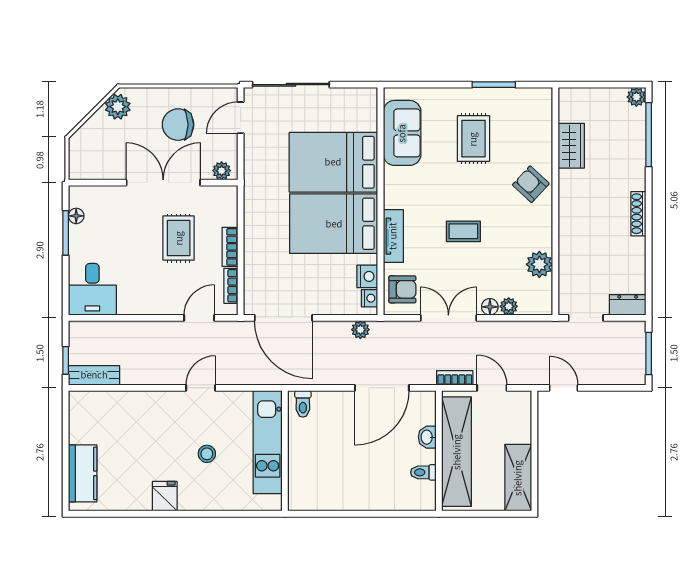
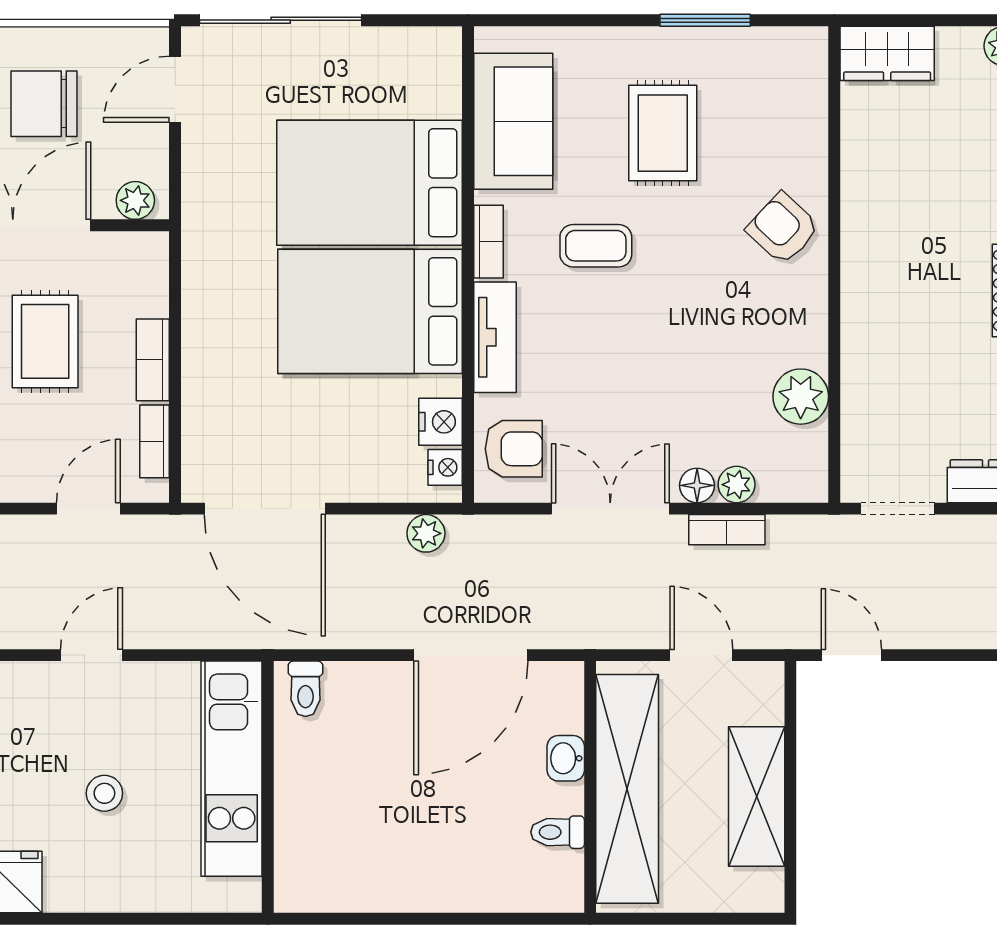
wardrobe: (571, 146) -> (887, 53), moved, turned 90
bookcase: (390, 190) -> (488, 242), added
coffee table: (463, 231) -> (596, 246), moved
bookcase: (455, 378) -> (727, 530), moved, turned 180
shelving: (518, 478) -> (757, 797), moved

